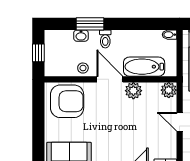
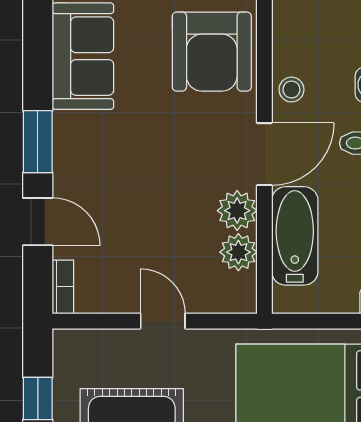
plant: (169, 90) -> (238, 252), moved
door: (180, 122) -> (163, 321), hinge flipped

